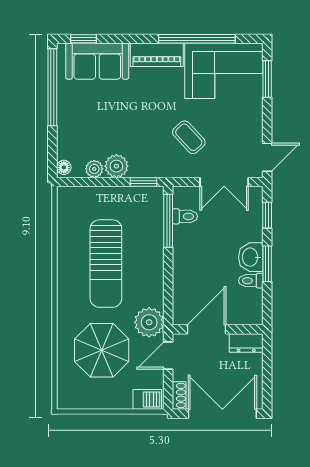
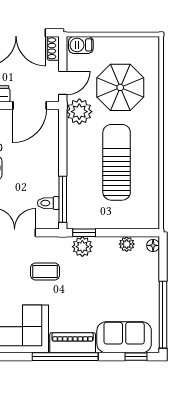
window: (197, 39) -> (65, 357), moved
coffee table: (189, 137) -> (45, 272), turned -47
plant: (116, 166) -> (82, 247), moved

